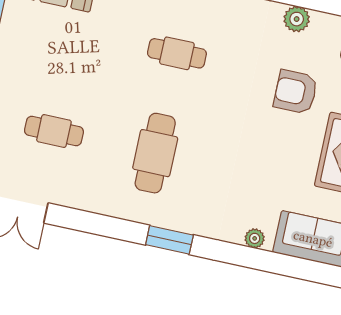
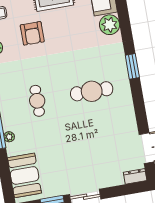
cafe table: (54, 131) -> (101, 147), removed
plant: (255, 238) -> (110, 25), width x1.87, depth x1.87

